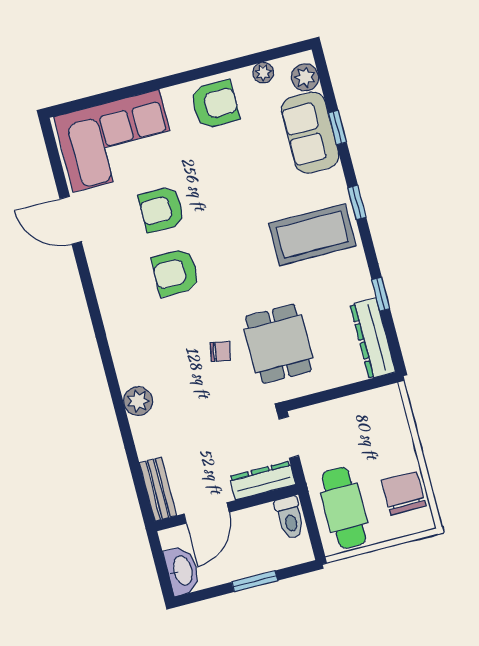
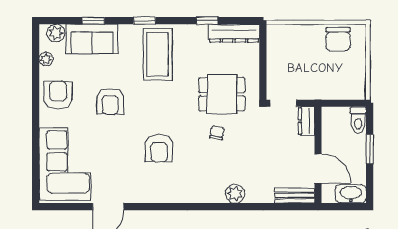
armchair: (162, 209) -> (110, 101), moved
dresser: (263, 480) -> (307, 121), width x0.70
chair: (404, 493) -> (338, 39), turned -90
cafe table: (344, 508) -> (338, 80), removed
toilet: (290, 518) -> (358, 120), moved, turned 90

